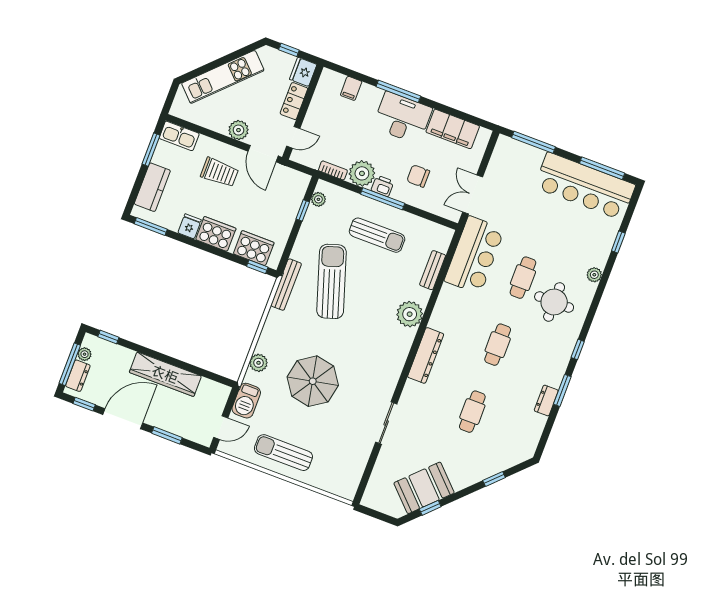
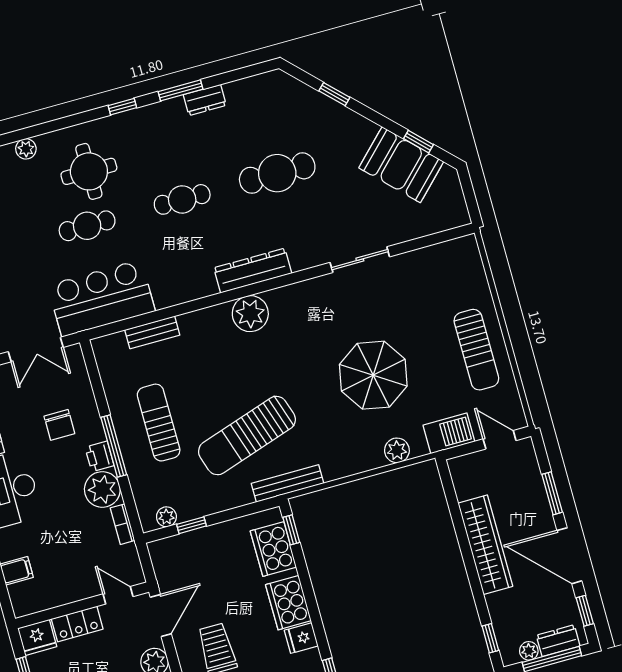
plant: (410, 314) -> (250, 314), moved
cafe table: (472, 412) -> (277, 173), width x1.37, depth x1.35

